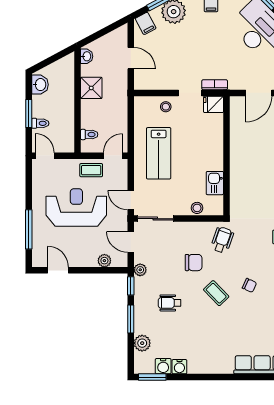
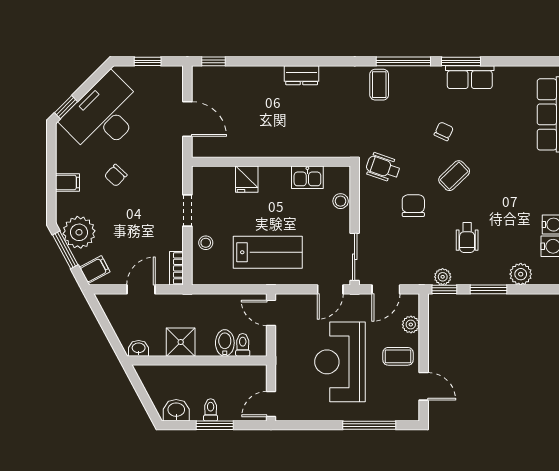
chair: (216, 39) -> (116, 175), added
bookcase: (215, 85) -> (176, 268), moved
fridge: (213, 104) -> (247, 179), moved
bidet: (91, 121) -> (225, 343), added
toilet: (40, 123) -> (211, 410), moved
coffee table: (91, 170) -> (398, 356), moved, turned 90
door: (58, 270) -> (424, 386), swing flipped
plant: (140, 270) -> (443, 277), moved

